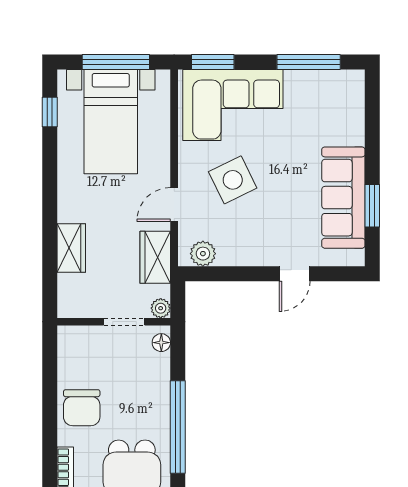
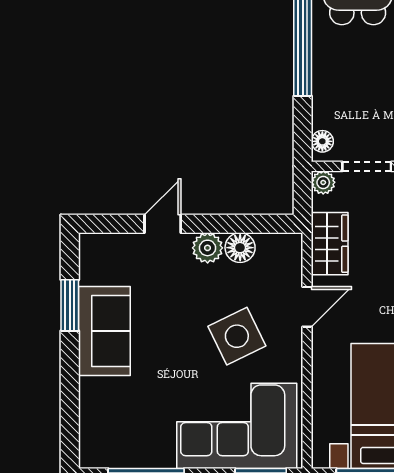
sofa: (343, 198) -> (104, 331), width x0.73
plant: (203, 254) -> (208, 248), moved
floor lamp: (230, 254) -> (240, 248), added

